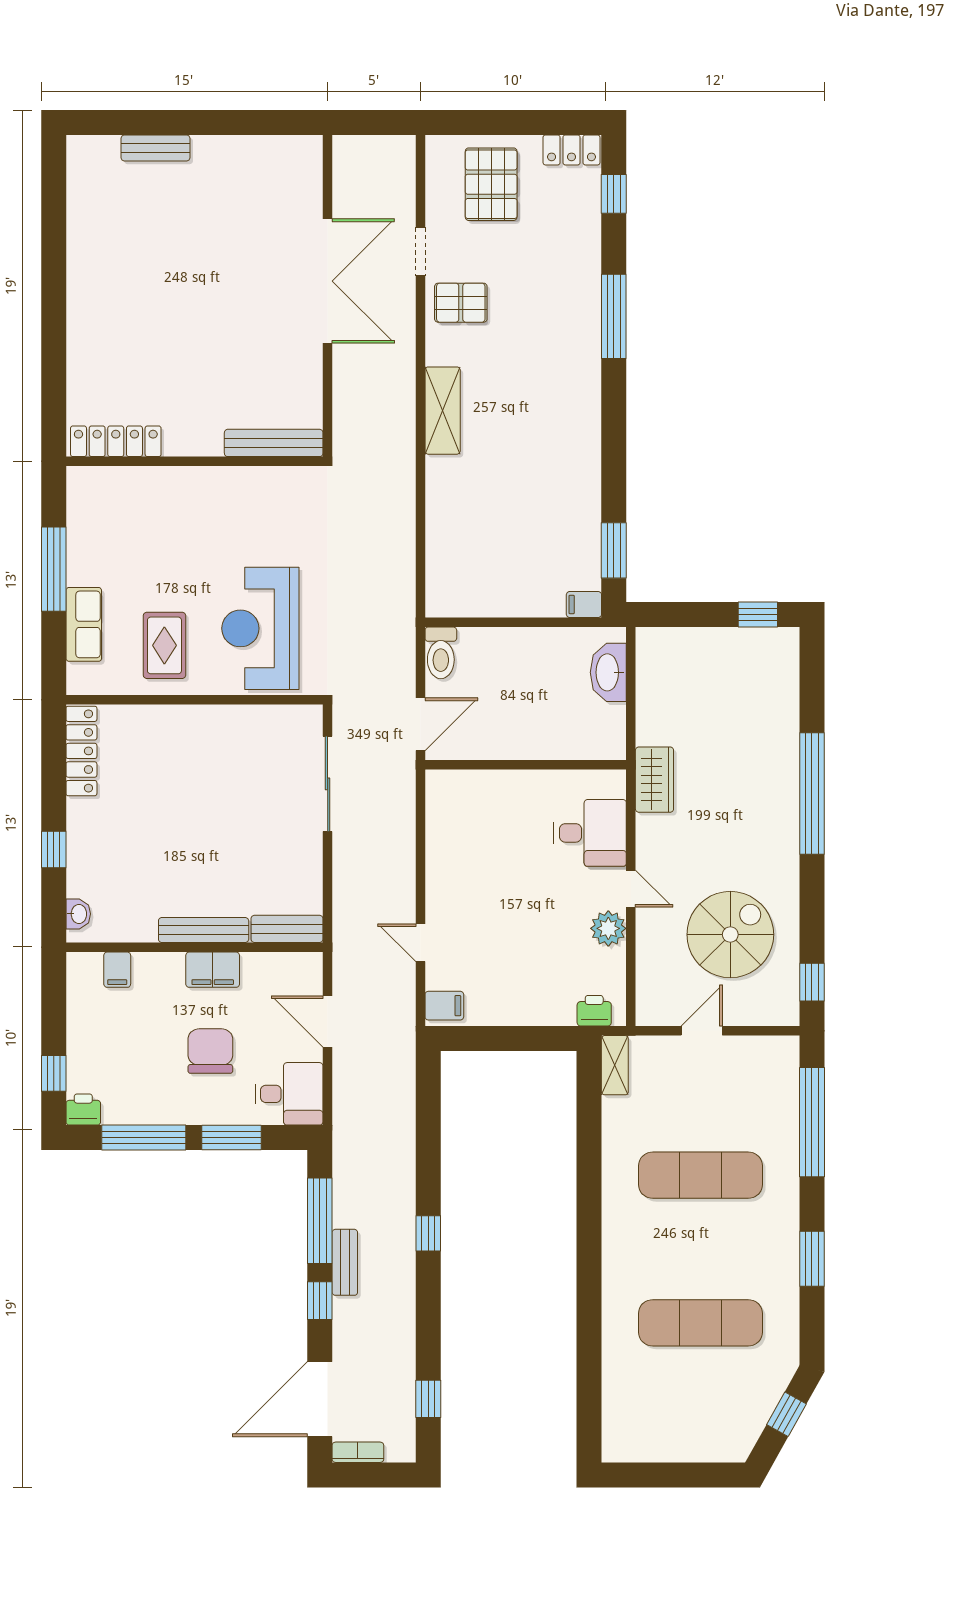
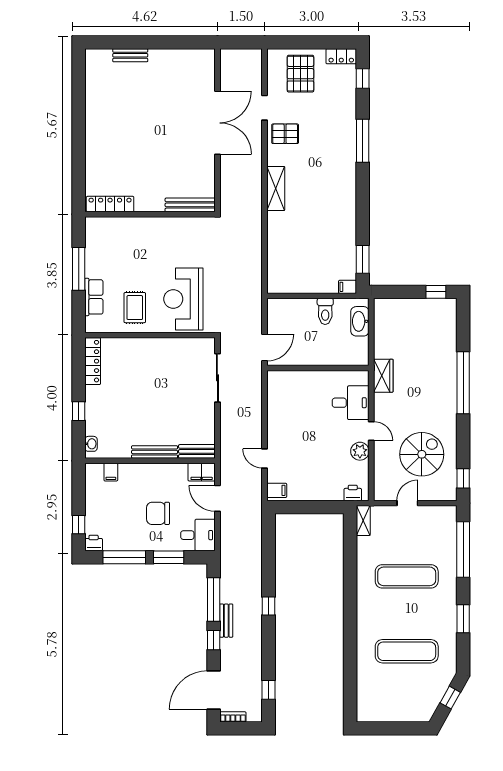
toilet: (441, 653) -> (325, 311), moved
filing cabinet: (213, 970) -> (202, 472), moved
chair: (210, 1051) -> (158, 513), turned -90

